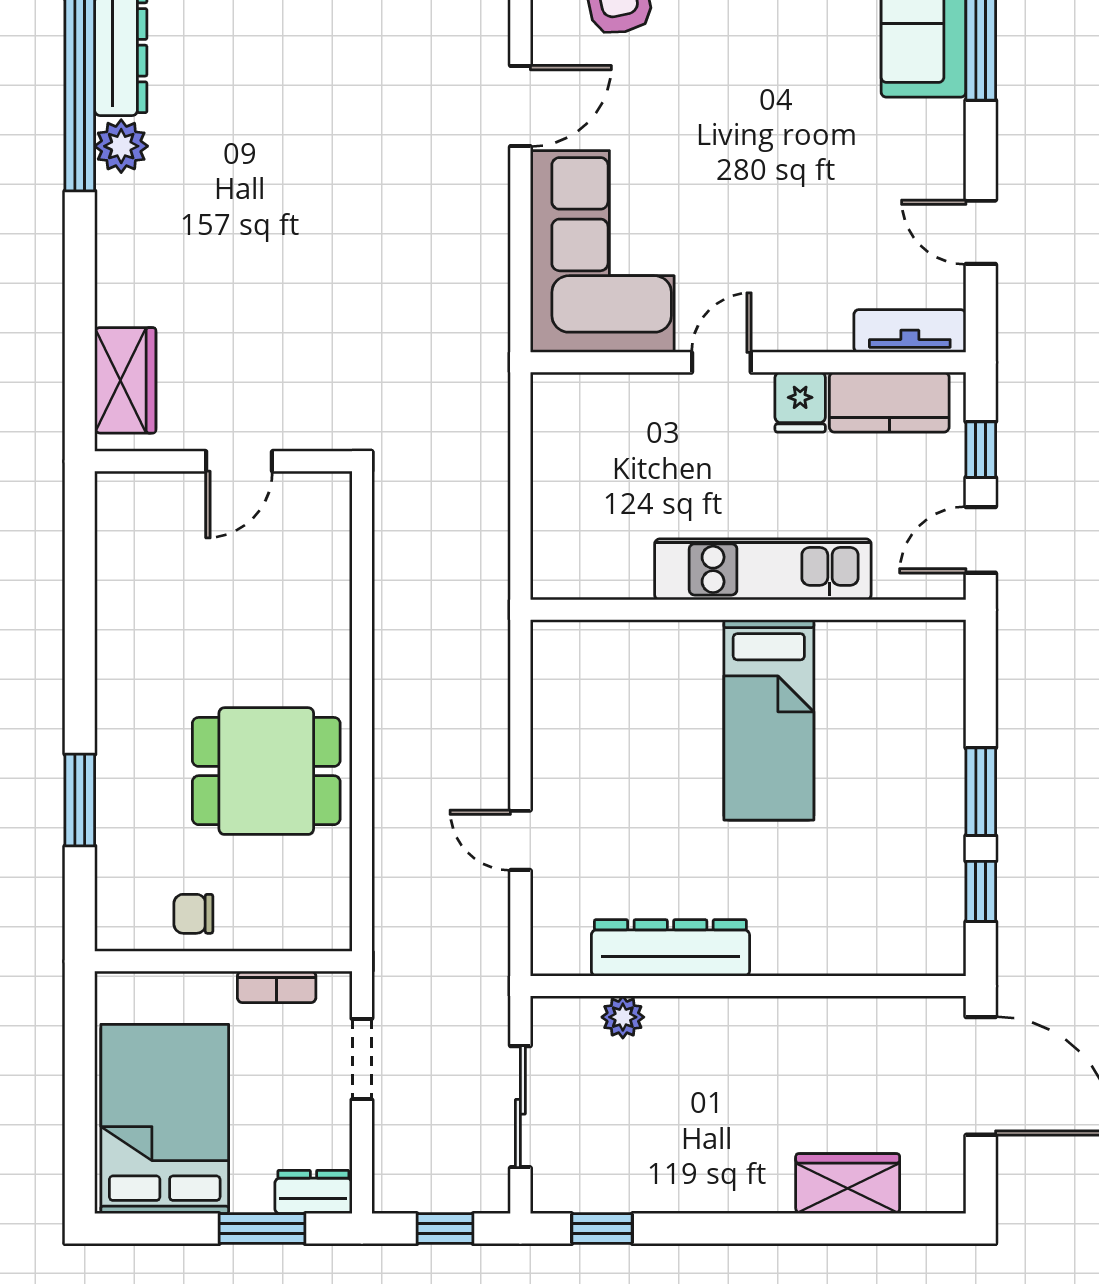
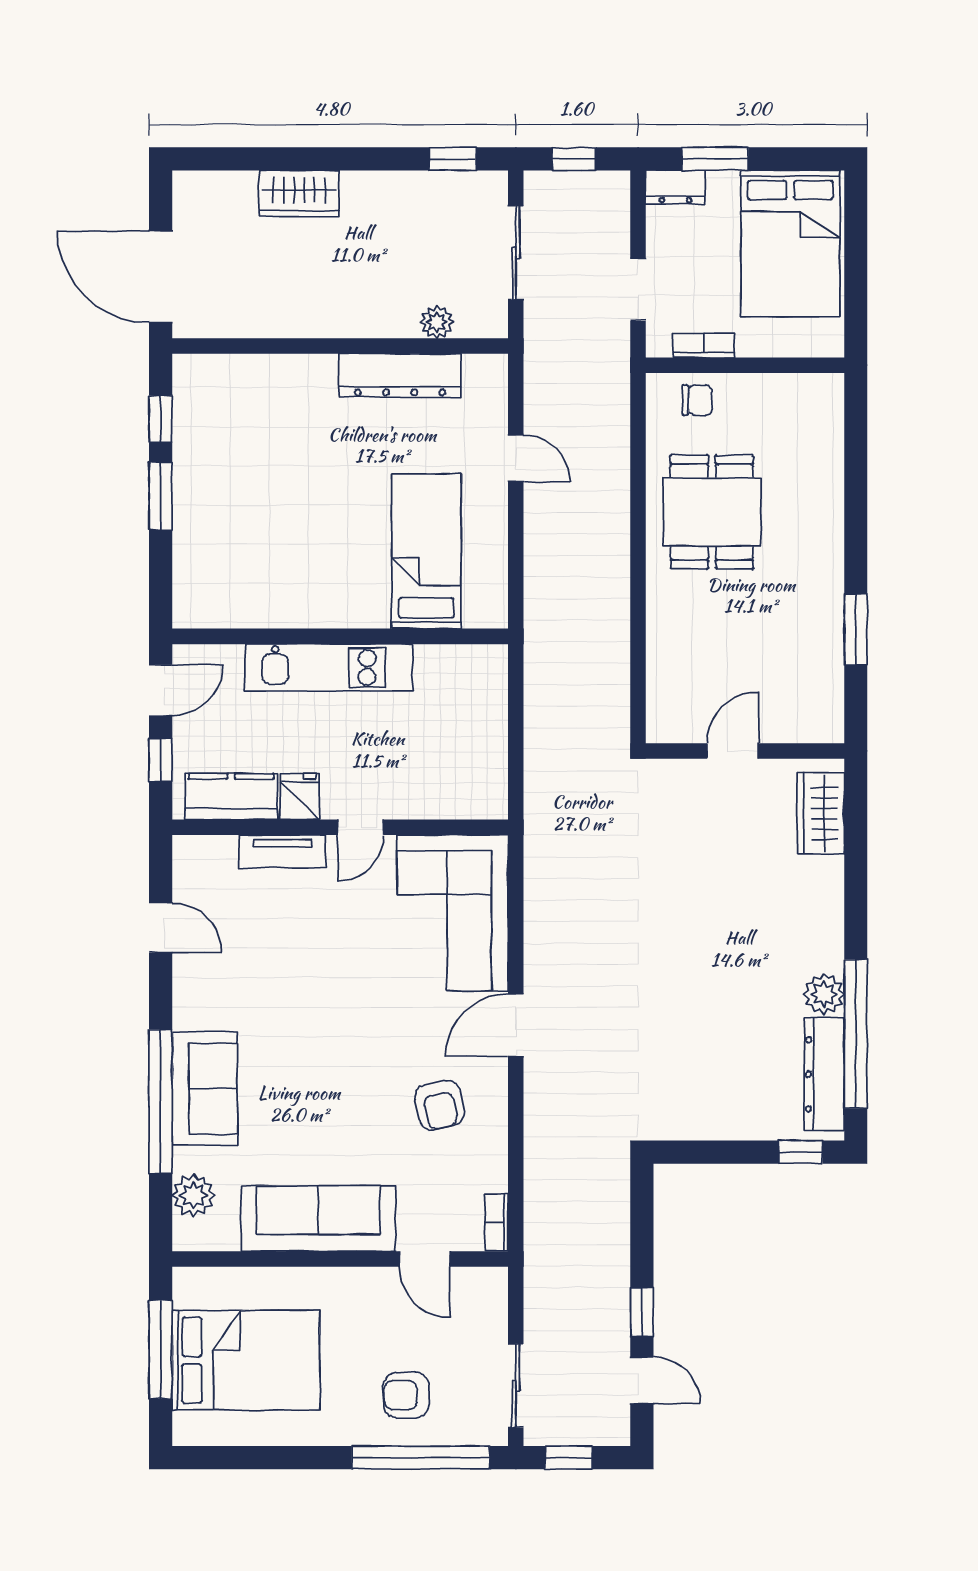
tv unit: (910, 331) -> (283, 852), moved
bed: (769, 720) -> (426, 551), moved
dining table: (266, 771) -> (712, 512), turned 90
window: (80, 800) -> (856, 630), moved
chair: (193, 914) -> (697, 400), moved
wardrobe: (848, 1184) -> (299, 194), moved

